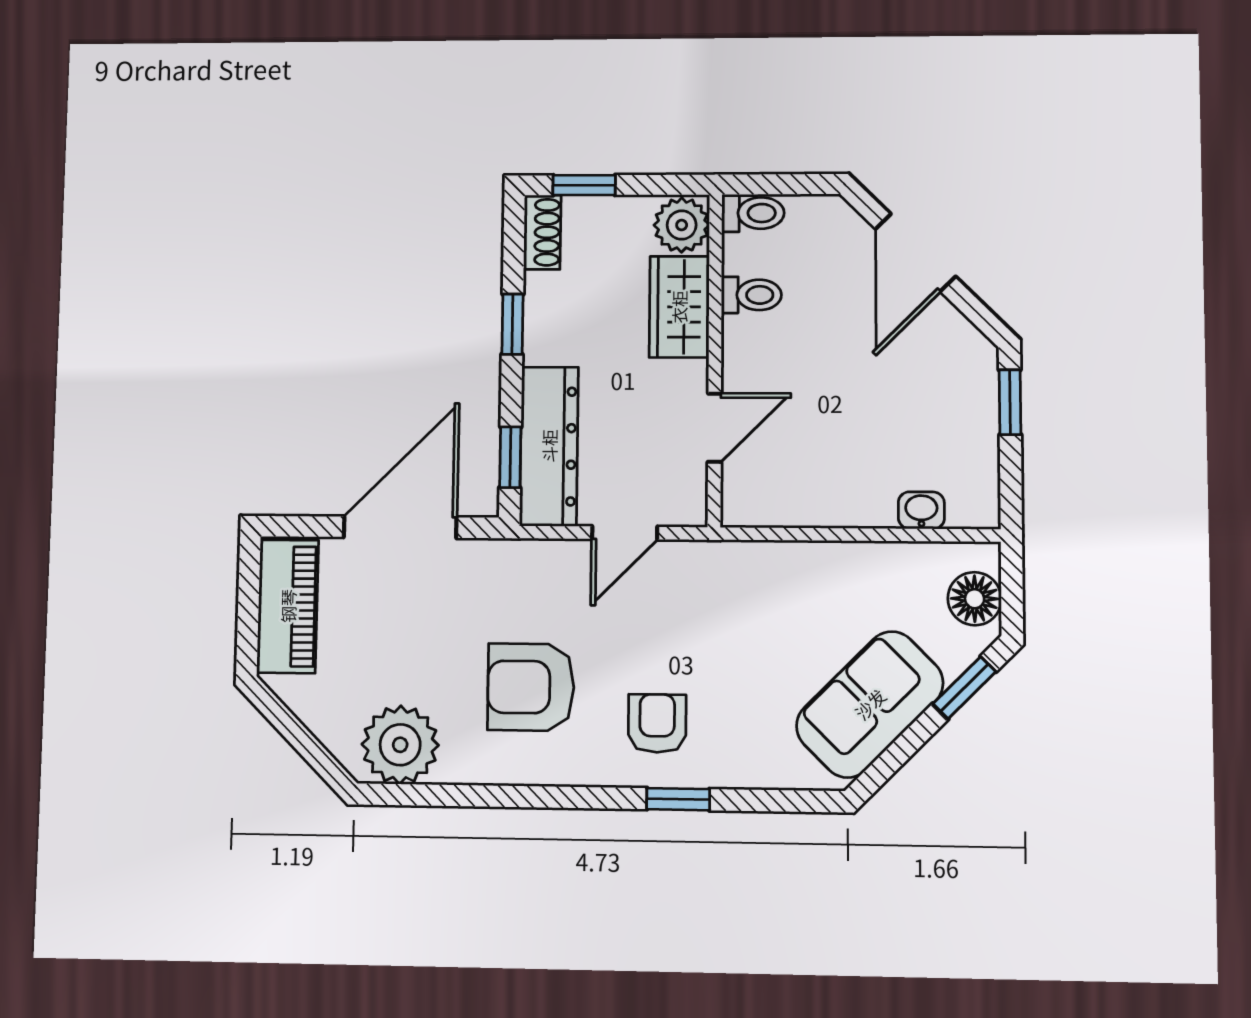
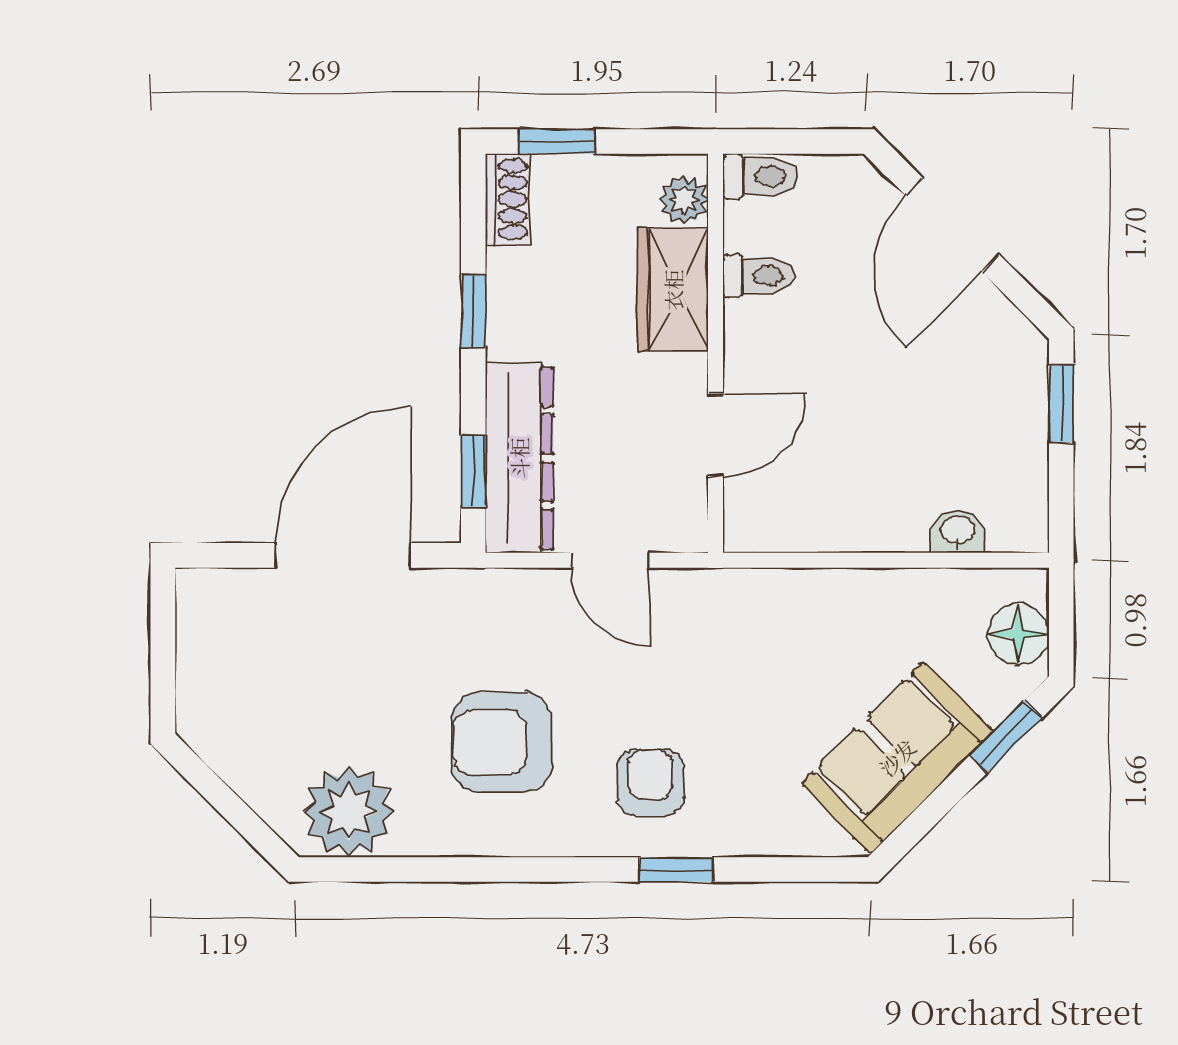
plant: (682, 225) -> (684, 200), width x0.73, depth x0.73
door: (625, 533) -> (610, 560), hinge flipped
piano: (288, 606) -> (210, 651), removed

